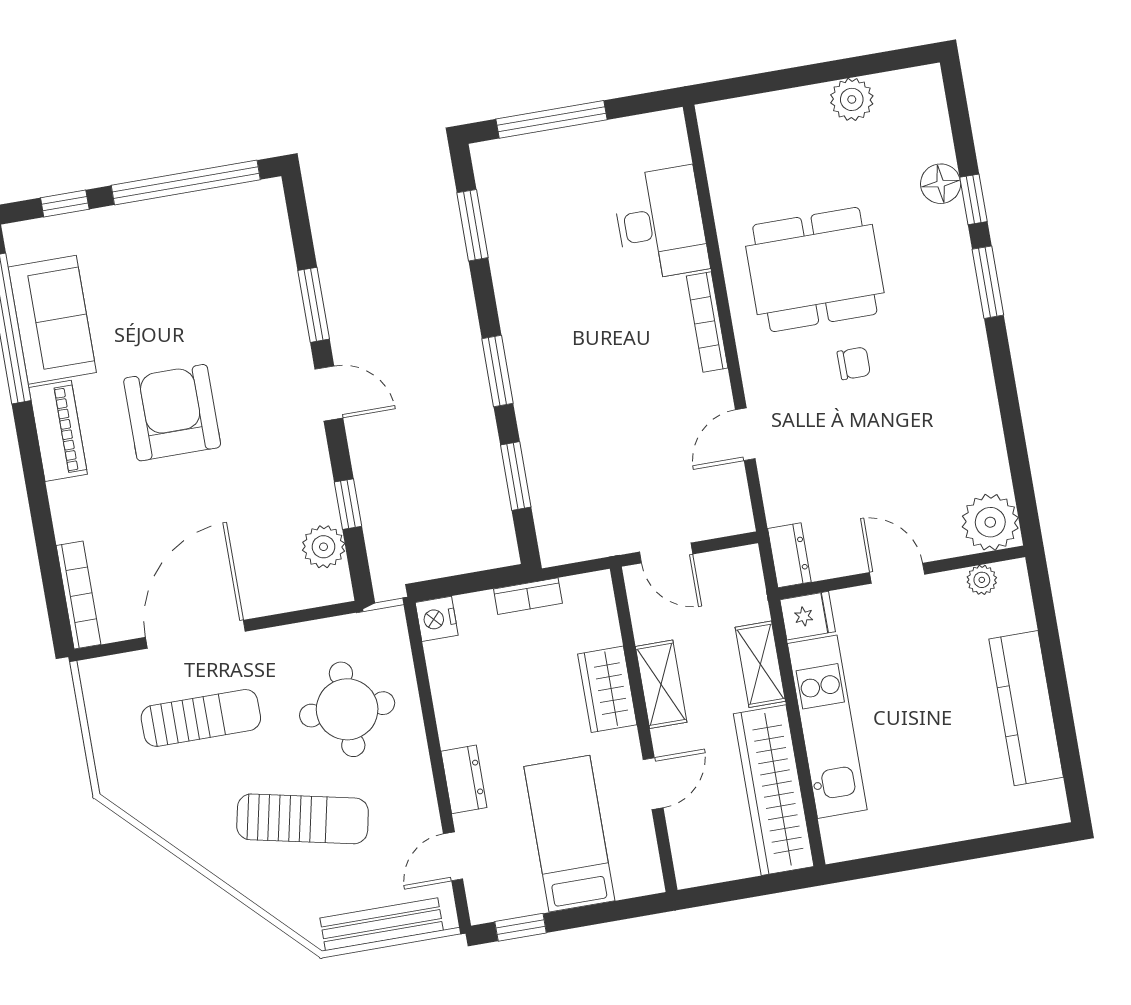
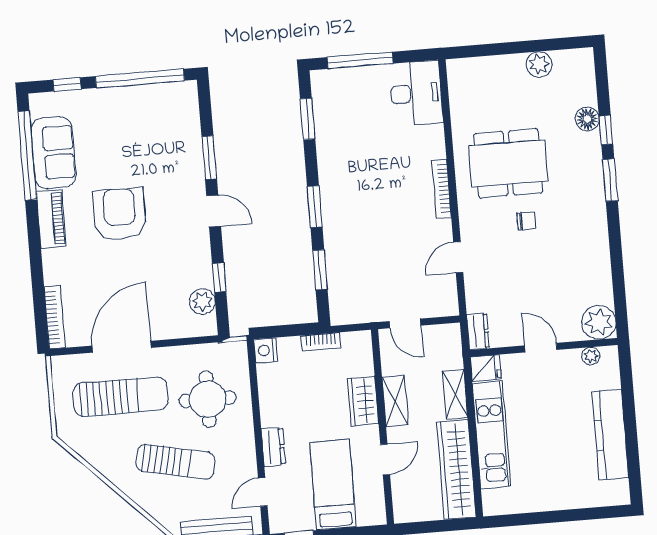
desk: (660, 223) -> (416, 93), moved
sun lounger: (201, 718) -> (121, 397), width x1.36, depth x1.34

